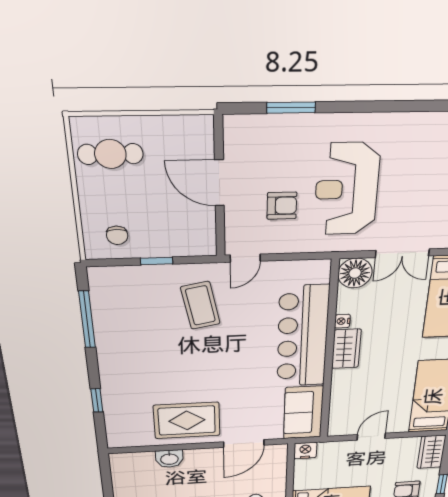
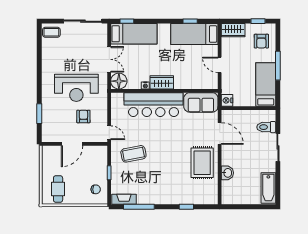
fireplace: (100, 292) -> (124, 199), added

